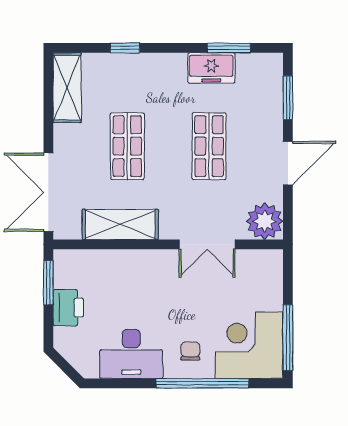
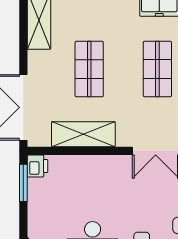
printer: (68, 308) -> (38, 166), moved, width x0.73, depth x0.81

